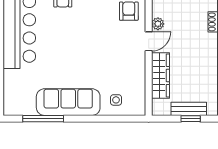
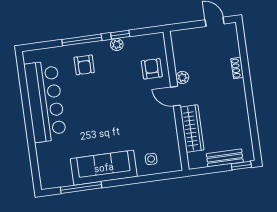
door: (149, 41) -> (176, 96), swing flipped
window: (191, 119) -> (241, 166), moved

